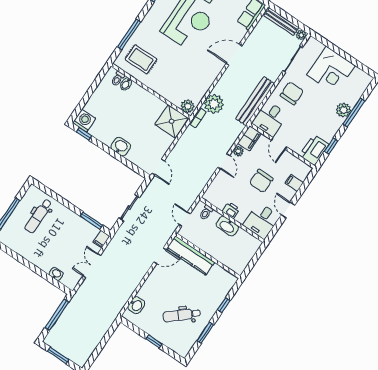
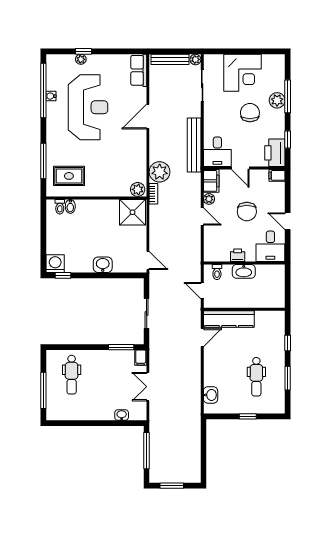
chair: (292, 93) -> (250, 113), moved
filing cabinet: (294, 183) -> (277, 175), moved
dental chair: (182, 315) -> (256, 377), turned -49

